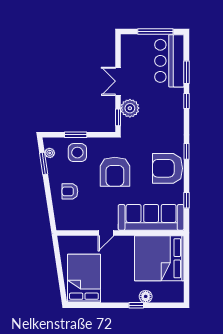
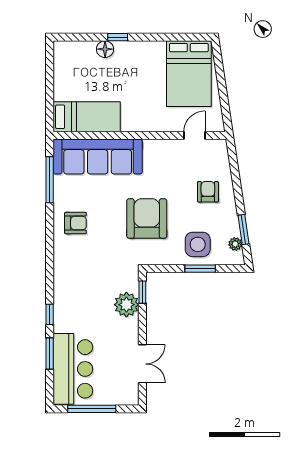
double door: (118, 81) -> (142, 364), moved
window: (187, 151) -> (50, 246), removed
armchair: (167, 168) -> (75, 223), width x0.53, depth x0.53
armchair: (70, 191) -> (208, 192), turned -90
window: (187, 200) -> (50, 180), width x2.17
door: (106, 233) -> (194, 135), moved
bed: (159, 258) -> (87, 117), width x0.49

